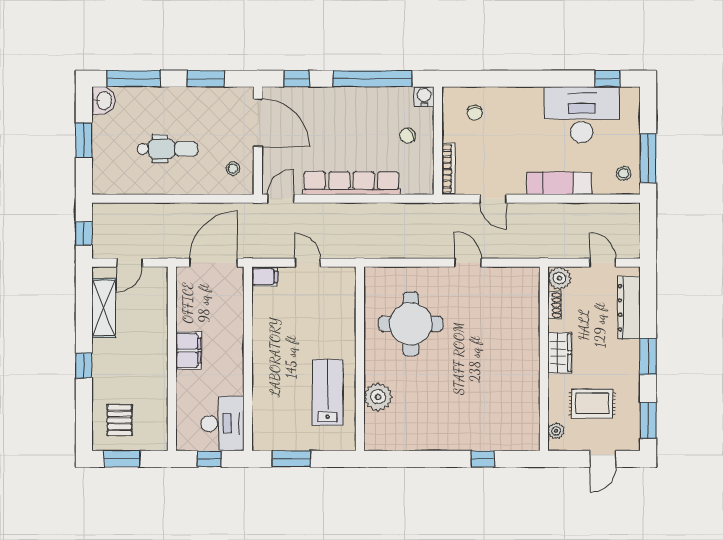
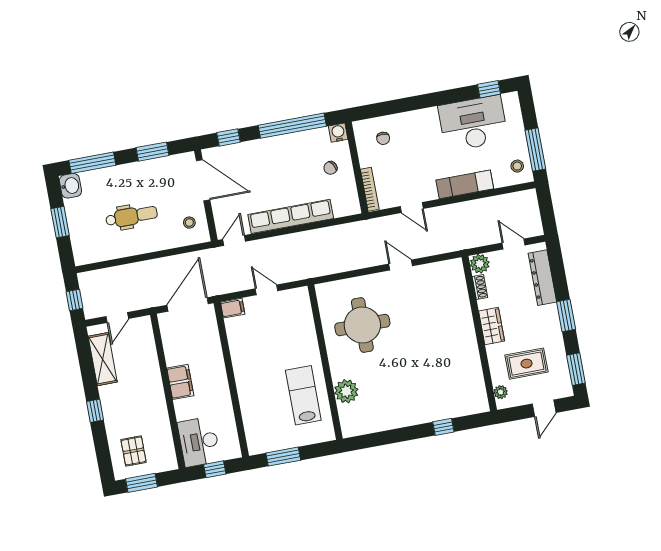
desk: (223, 424) -> (199, 442), moved, turned 180

